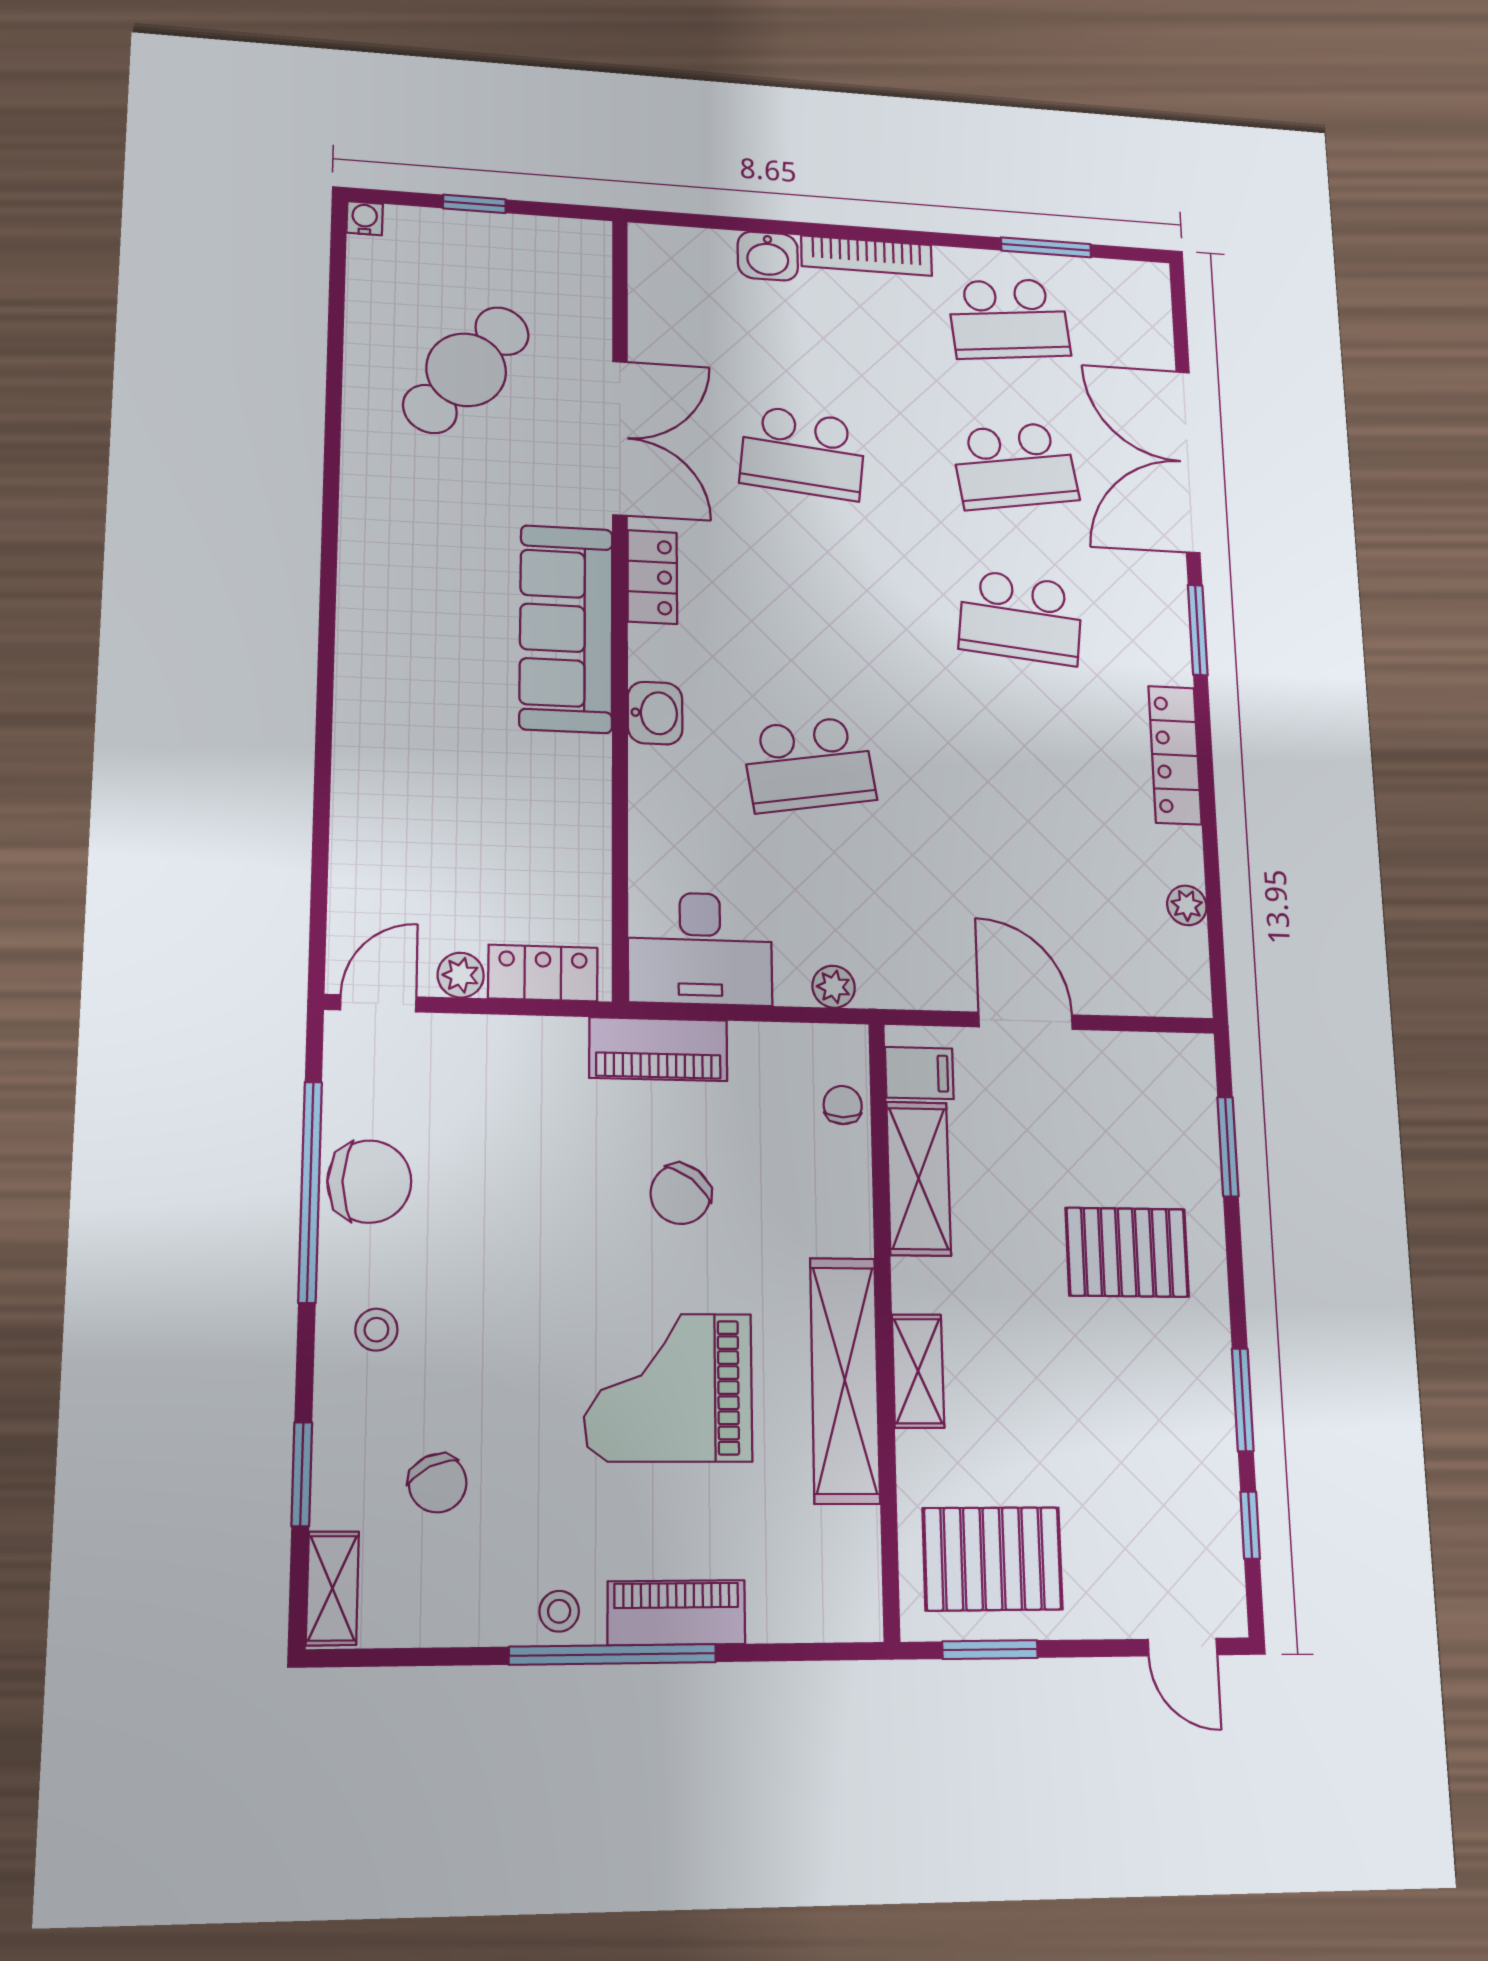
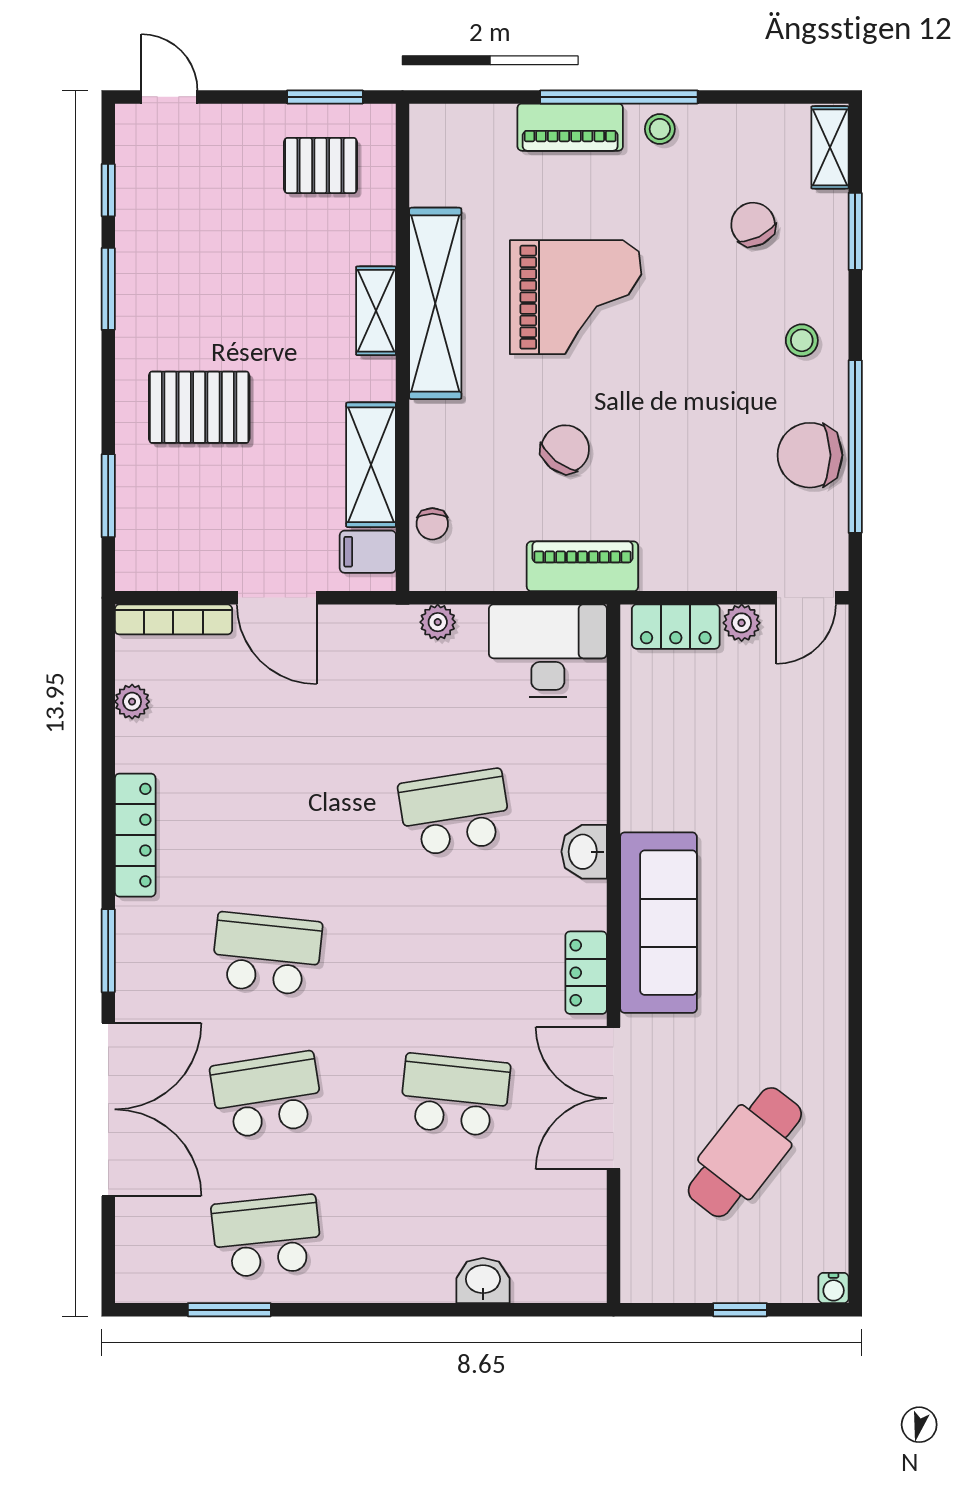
bookcase: (867, 256) -> (173, 619), moved, turned 180
pallet: (992, 1559) -> (321, 165), width x0.67, depth x0.71

